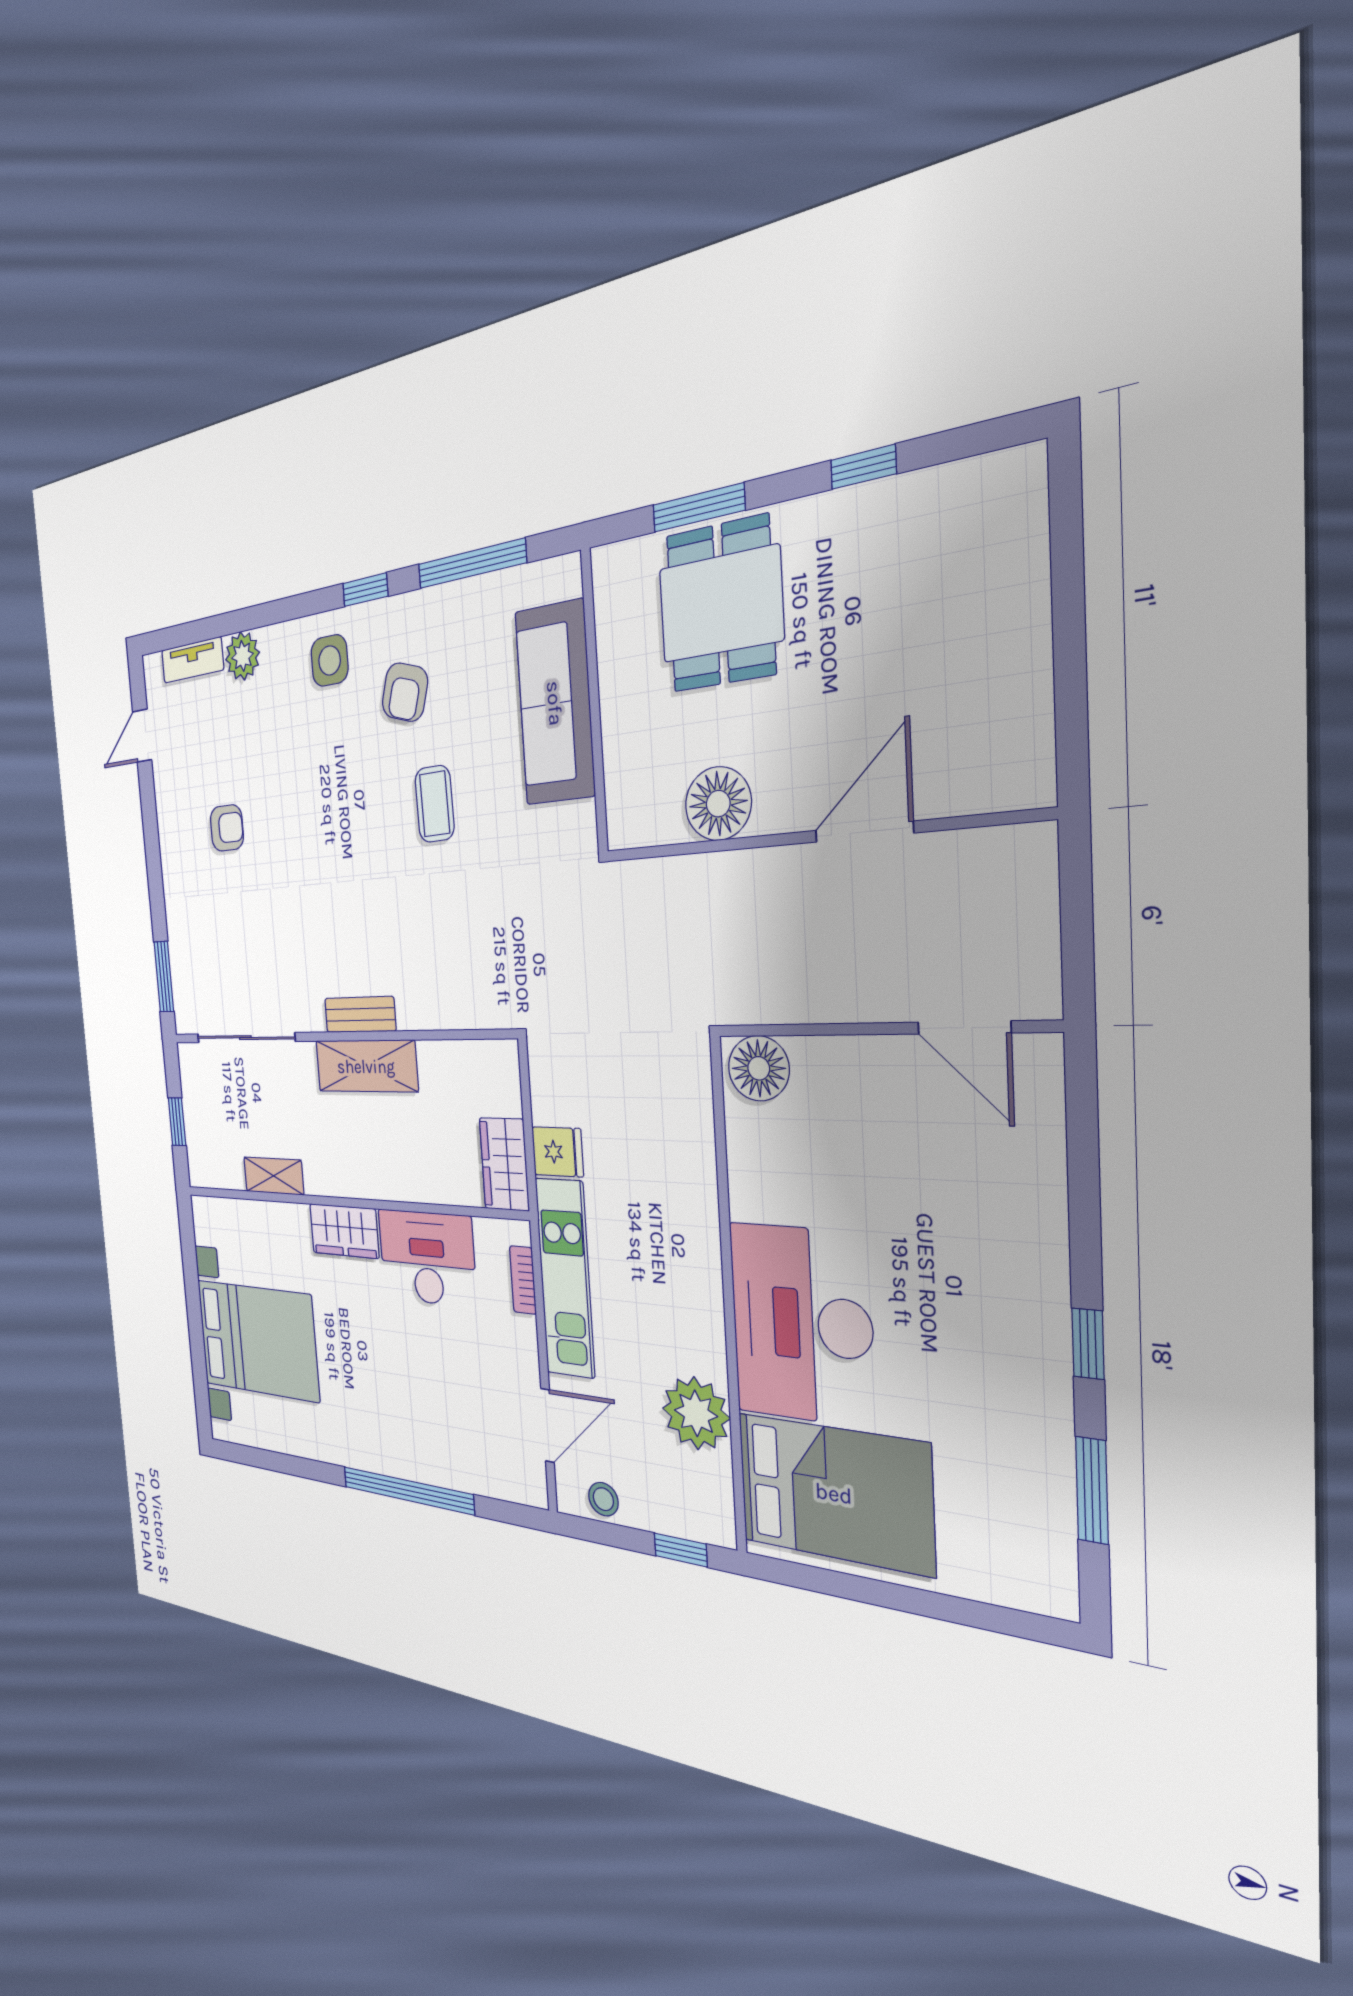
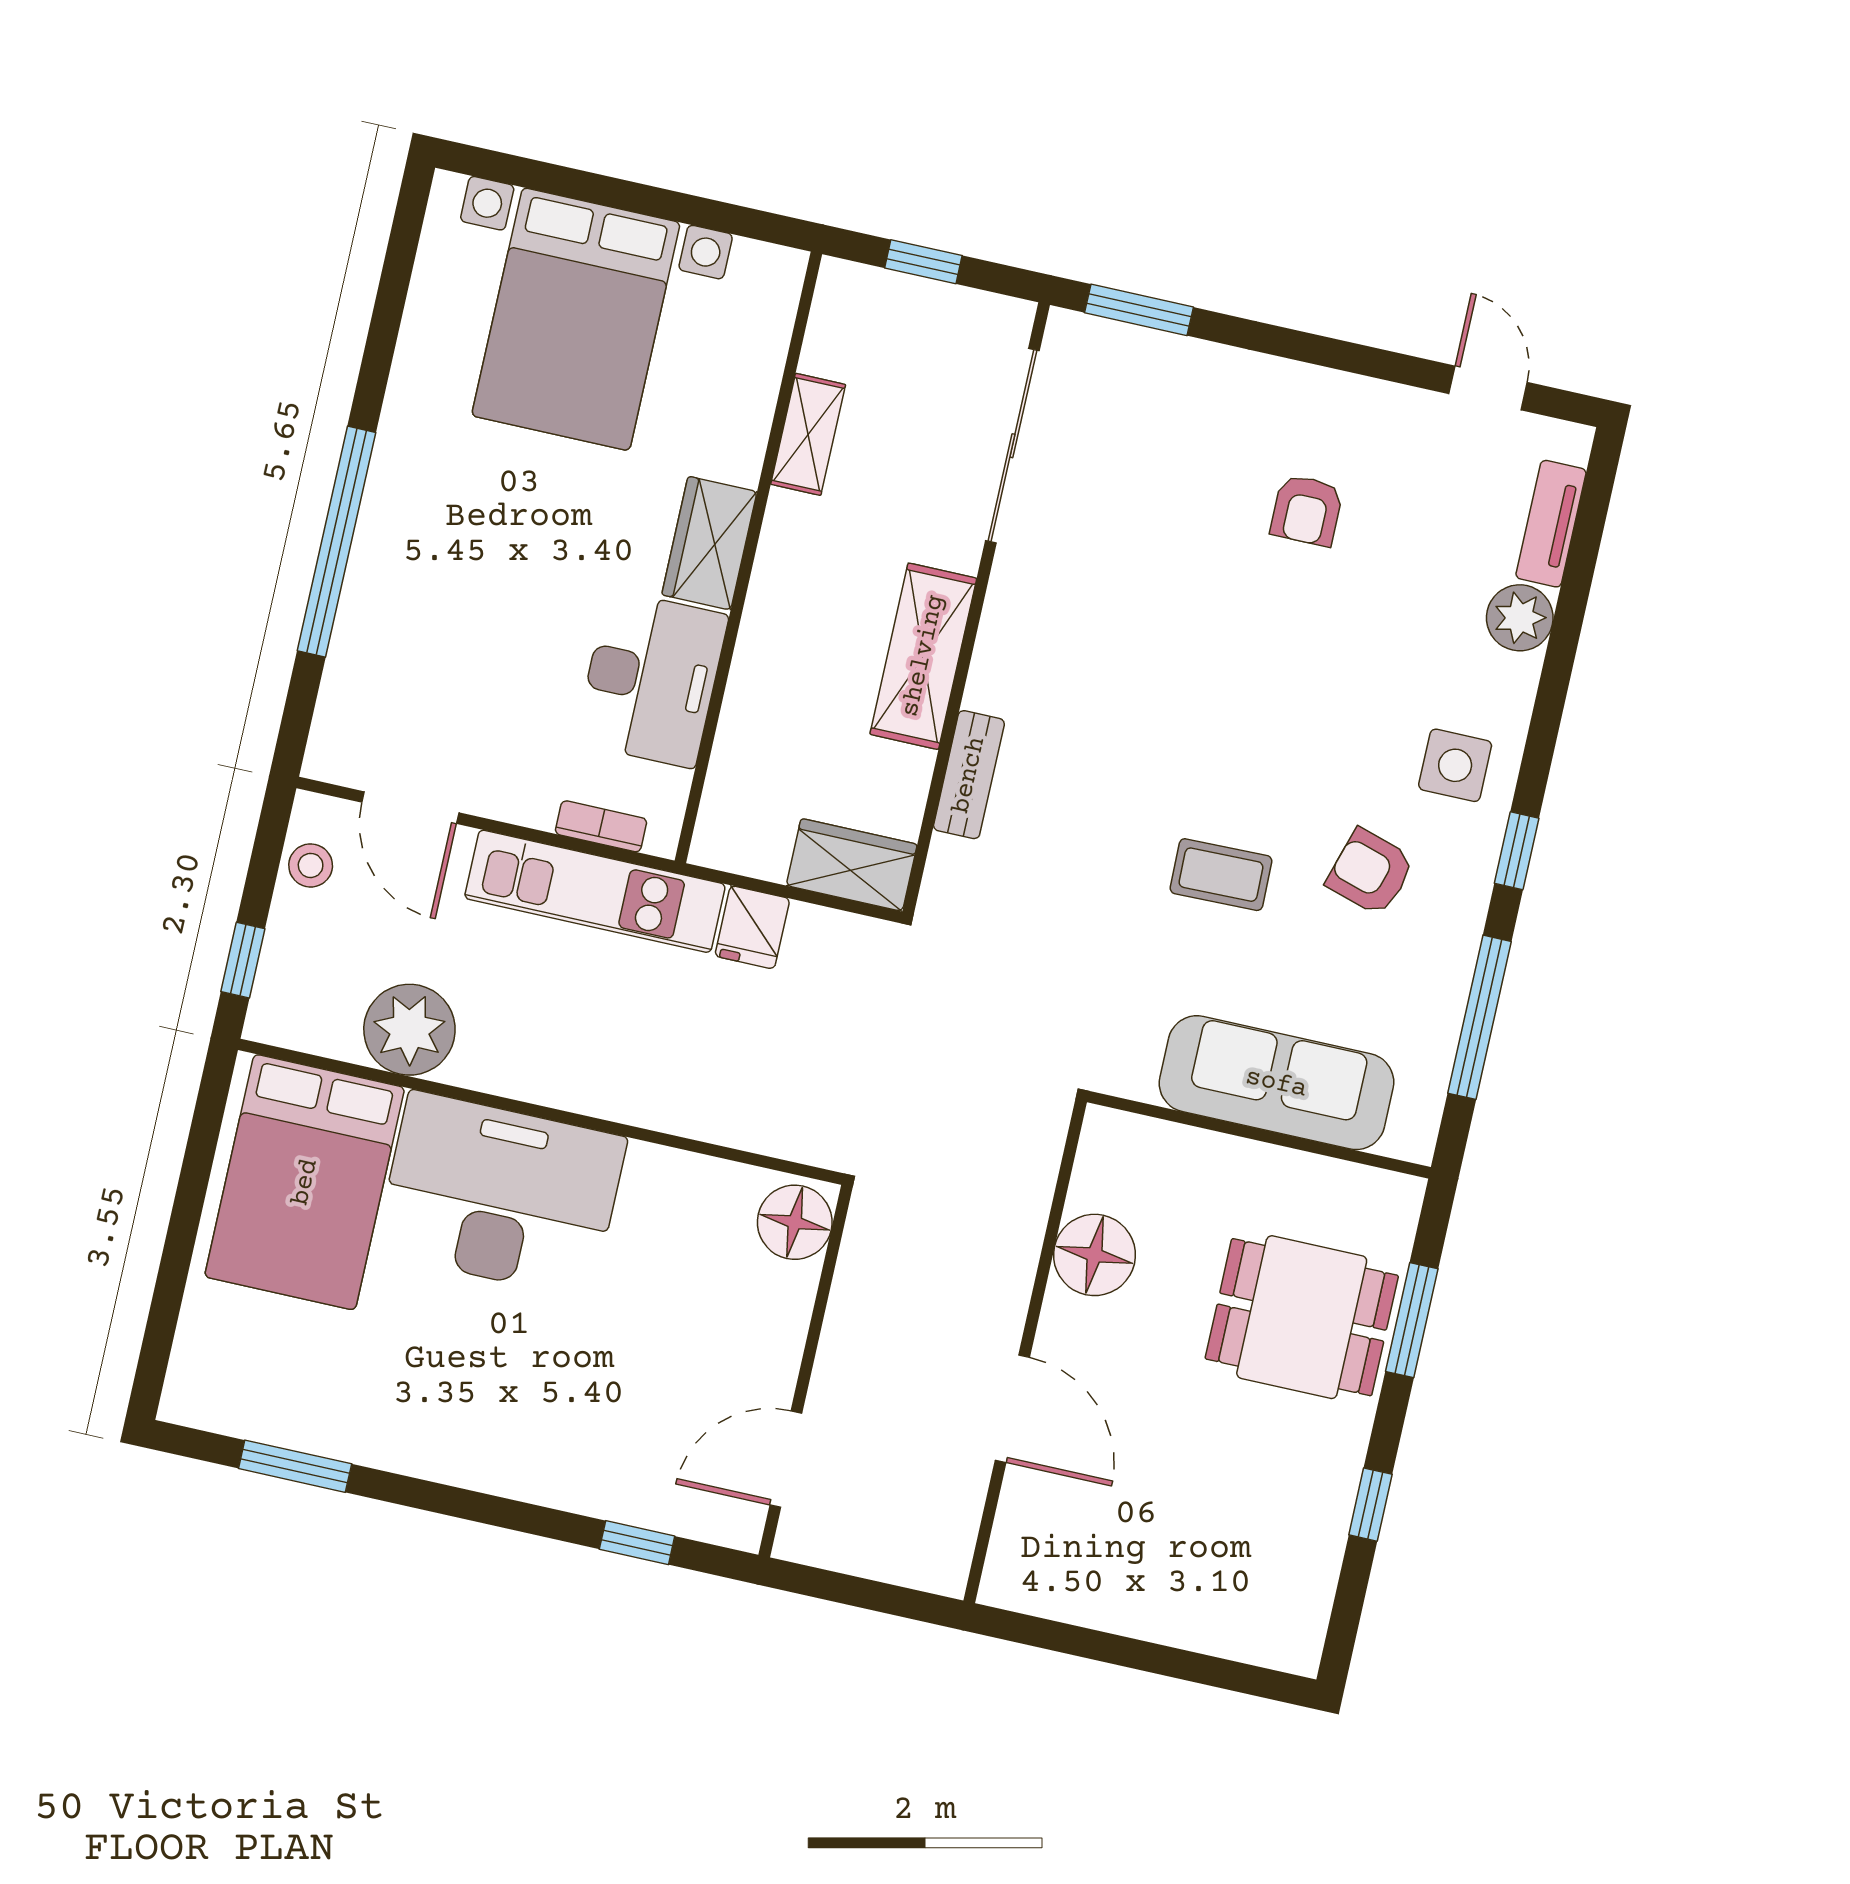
bench: (360, 1015) -> (969, 775), moved
wardrobe: (504, 1164) -> (852, 865), moved
window: (1088, 1344) -> (637, 1543), moved

